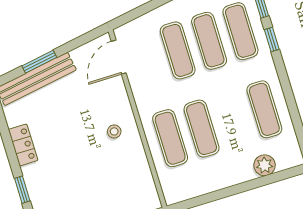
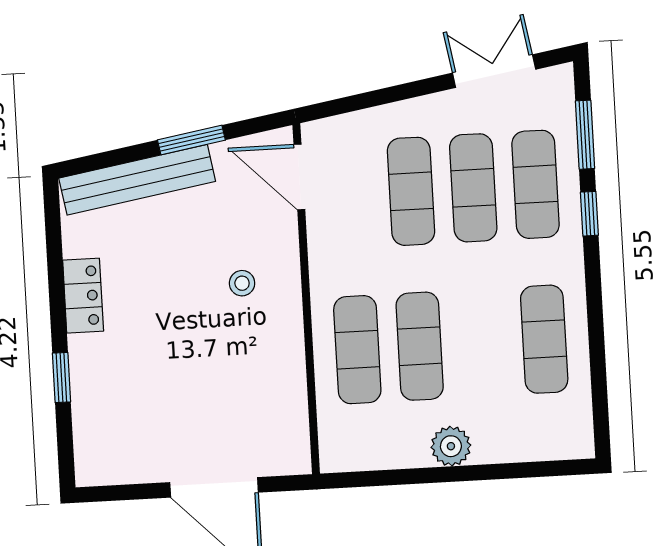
door: (119, 57) -> (299, 177), hinge flipped
window: (39, 62) -> (191, 140), moved
stool: (114, 131) -> (242, 283), moved
plant: (265, 165) -> (451, 446), moved

